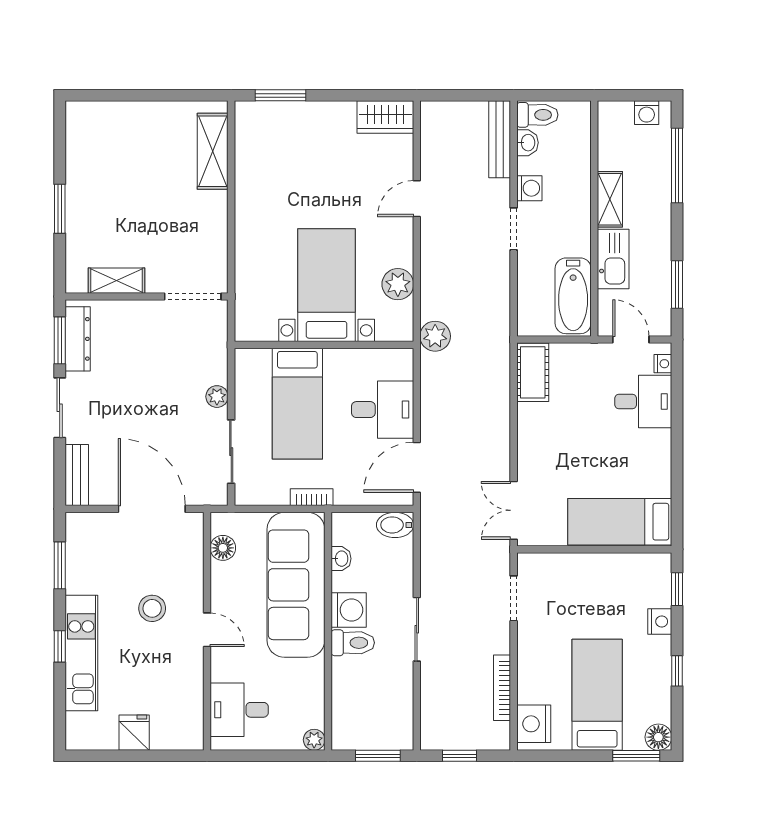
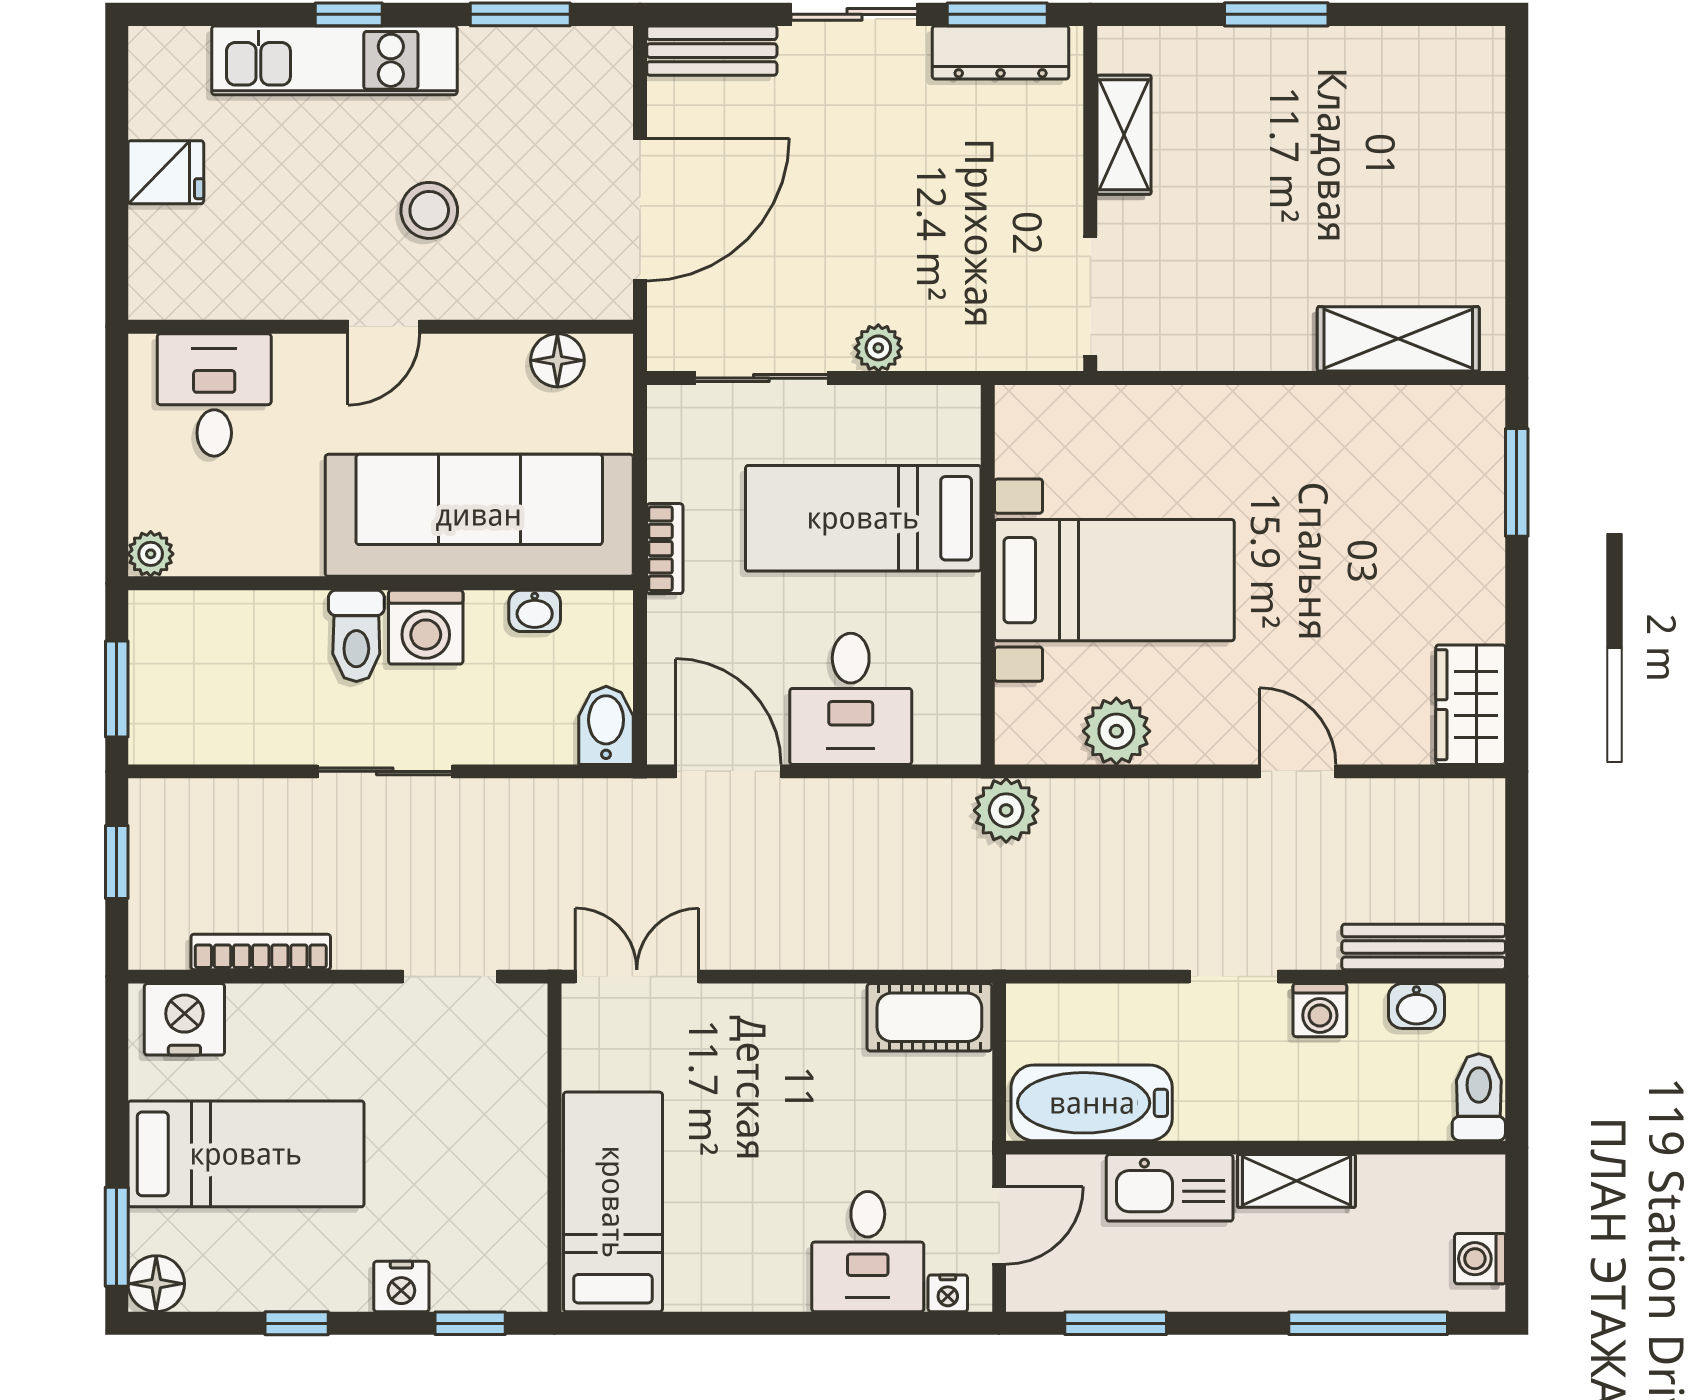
toilet: (537, 115) -> (1479, 1097), moved, turned 180

